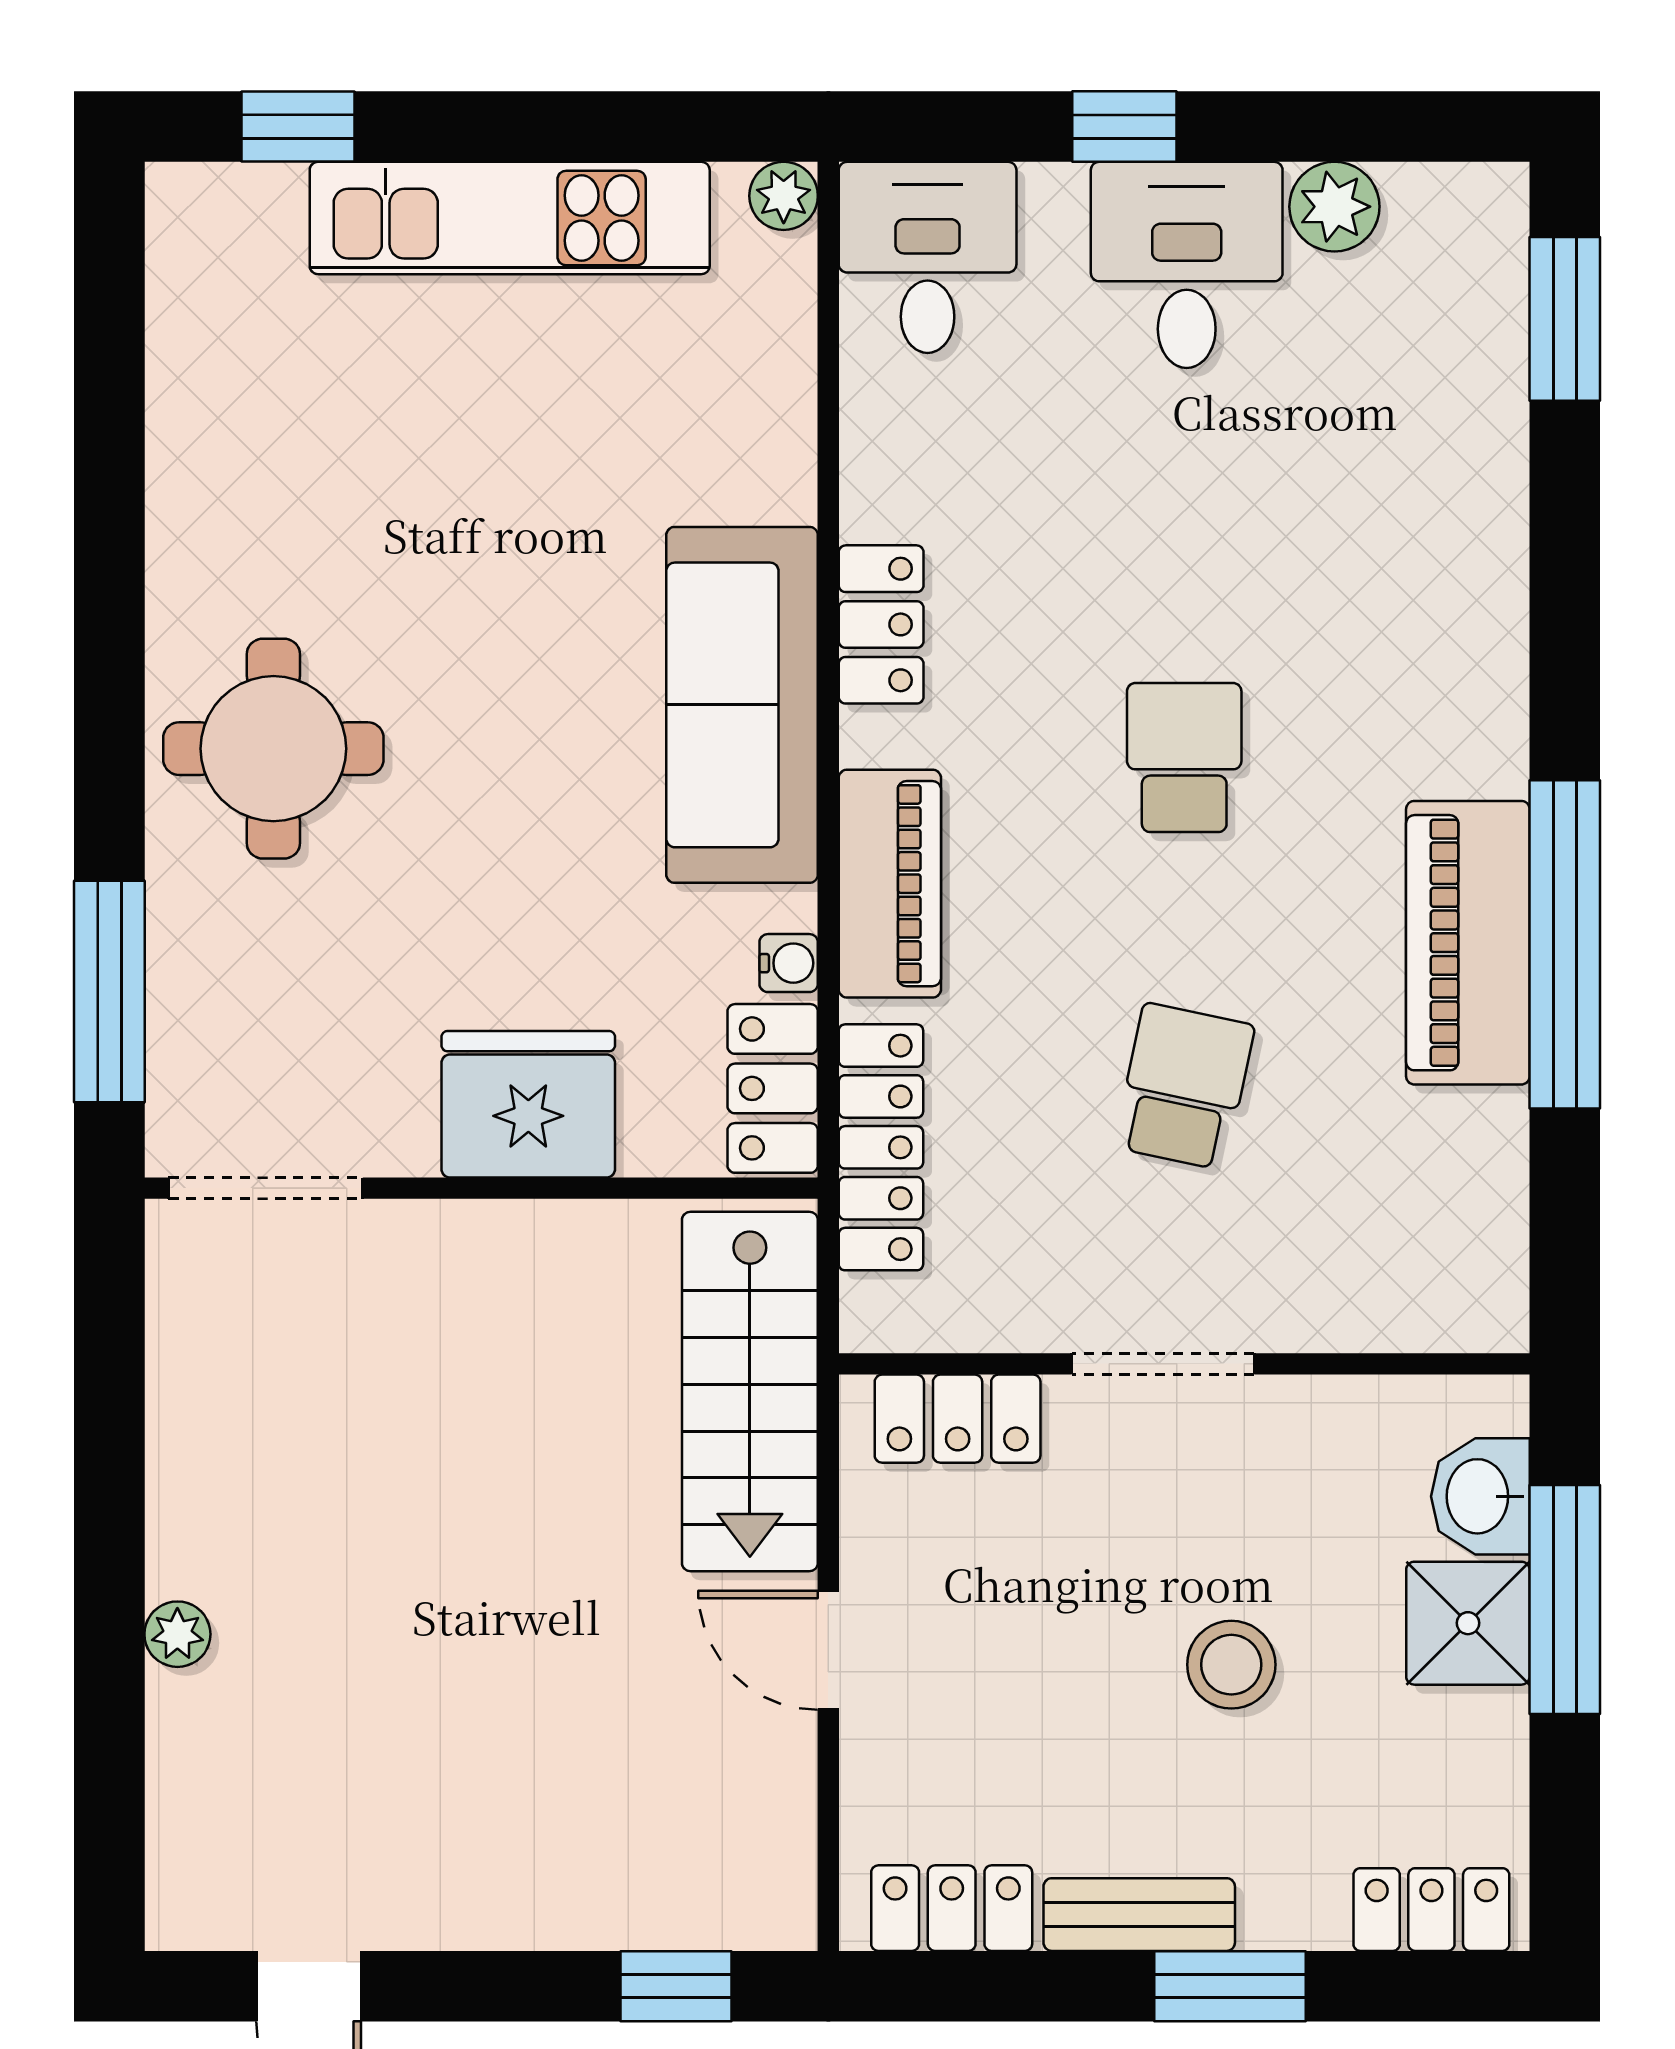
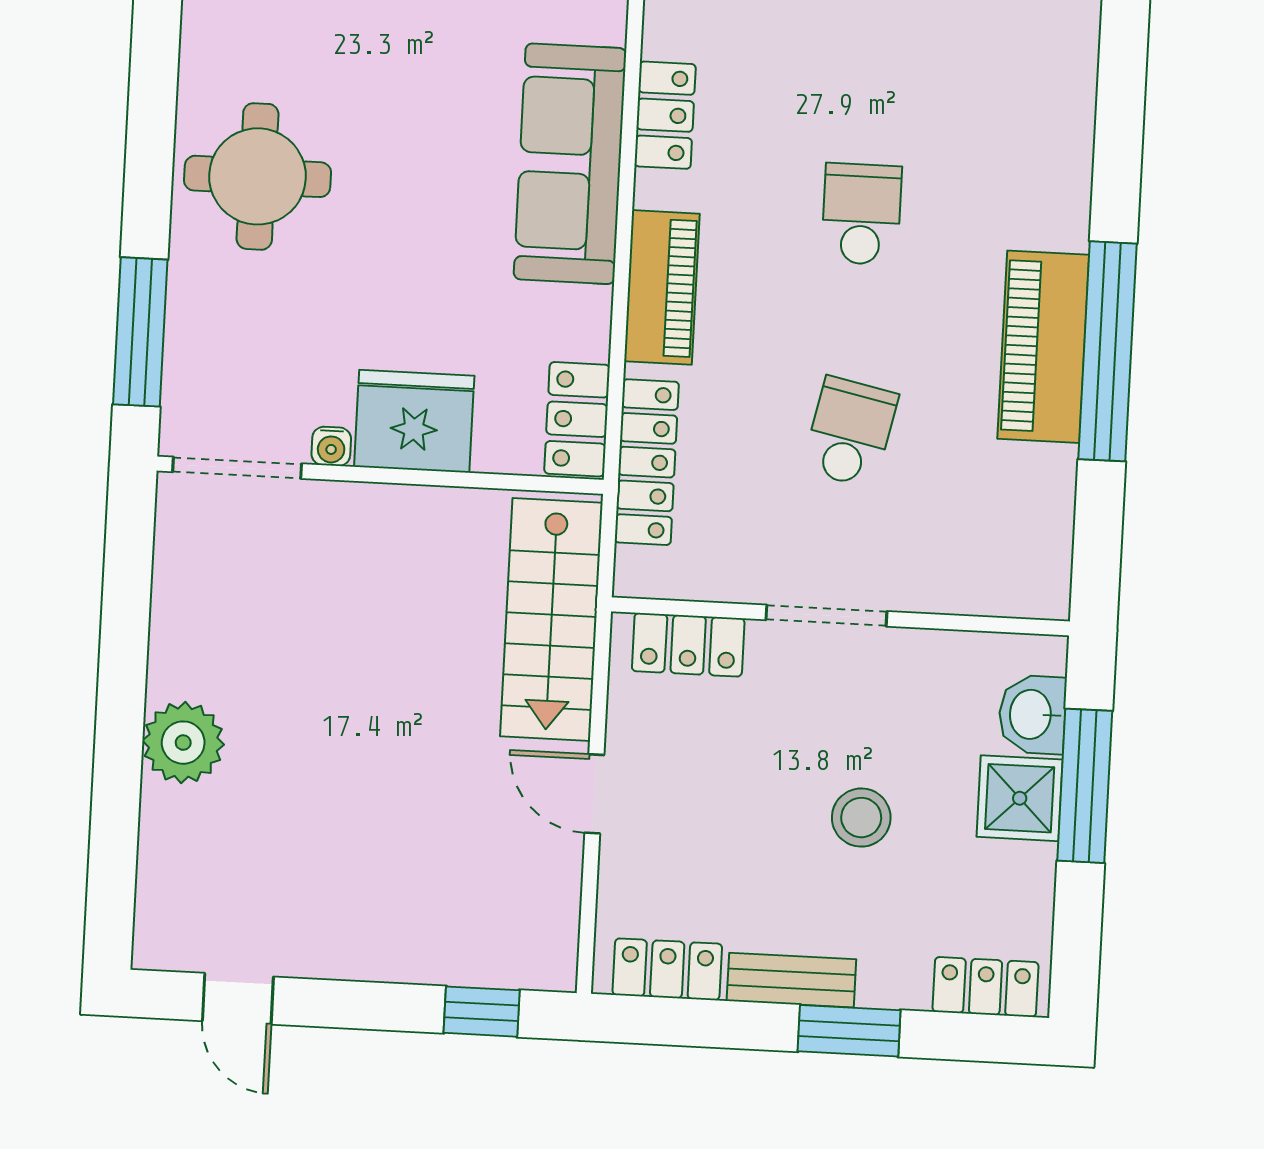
water cooler: (789, 963) -> (331, 446), moved, turned 90
plant: (177, 1634) -> (183, 743), width x1.88, depth x1.88

